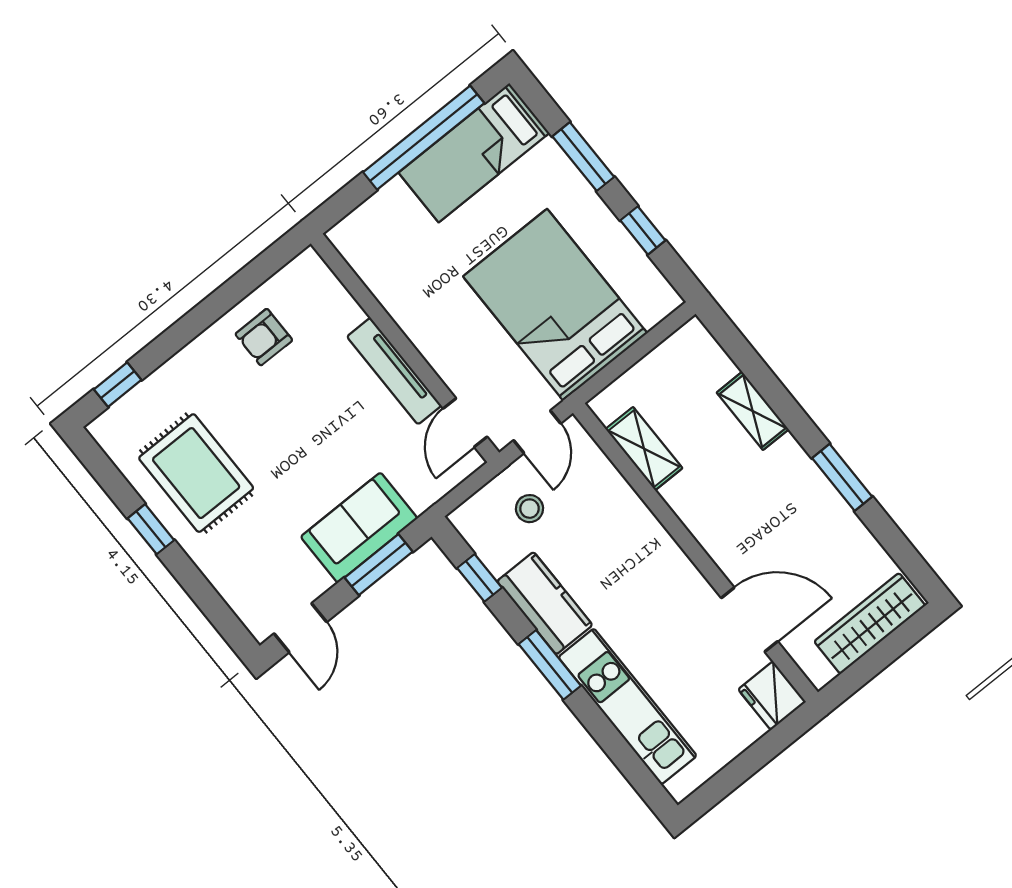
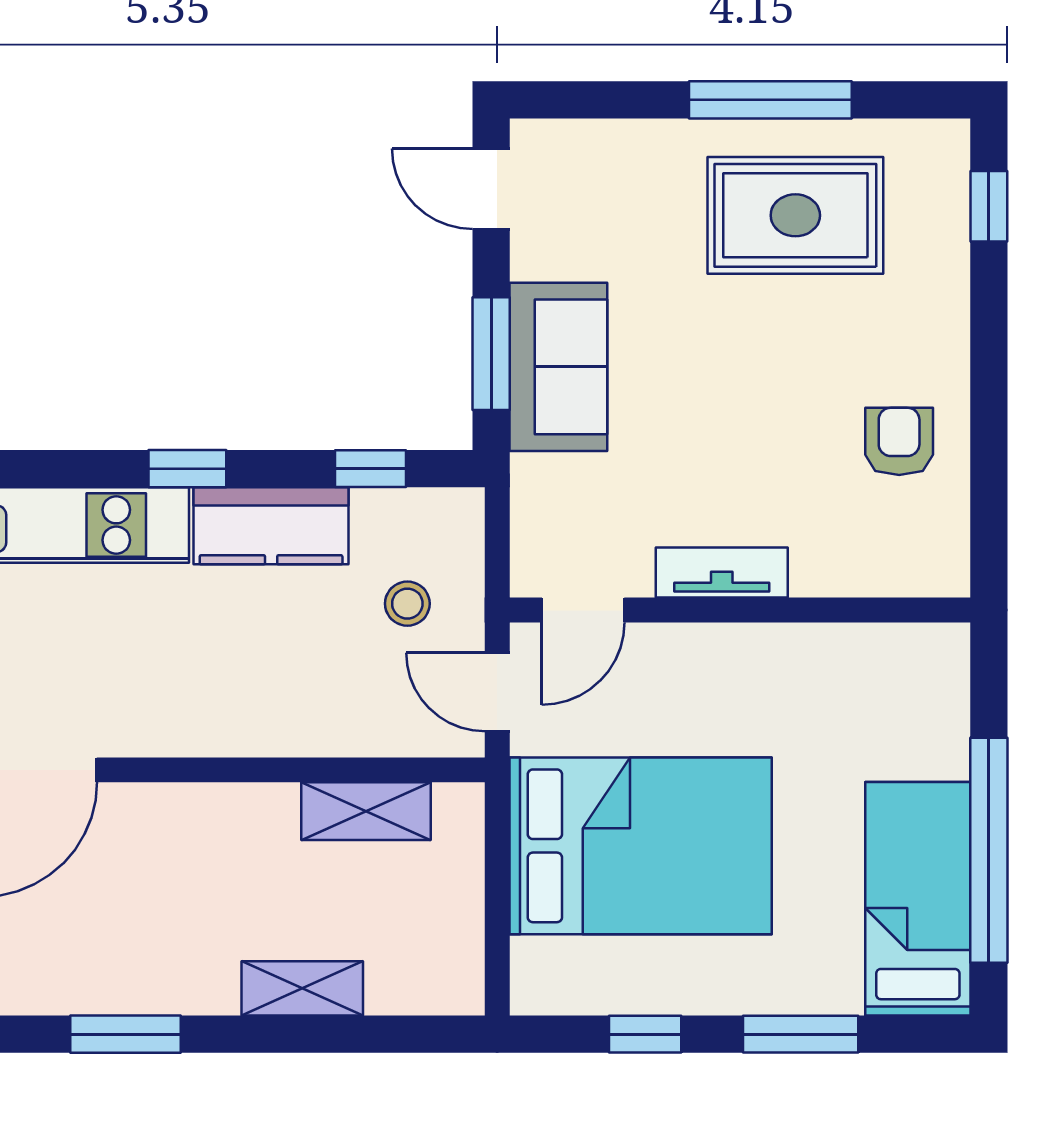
tv unit: (394, 371) -> (722, 573), width x0.71
door: (465, 423) -> (583, 610), swing flipped
window: (151, 529) -> (770, 100), width x2.17
window: (550, 665) -> (187, 469), width x0.67

